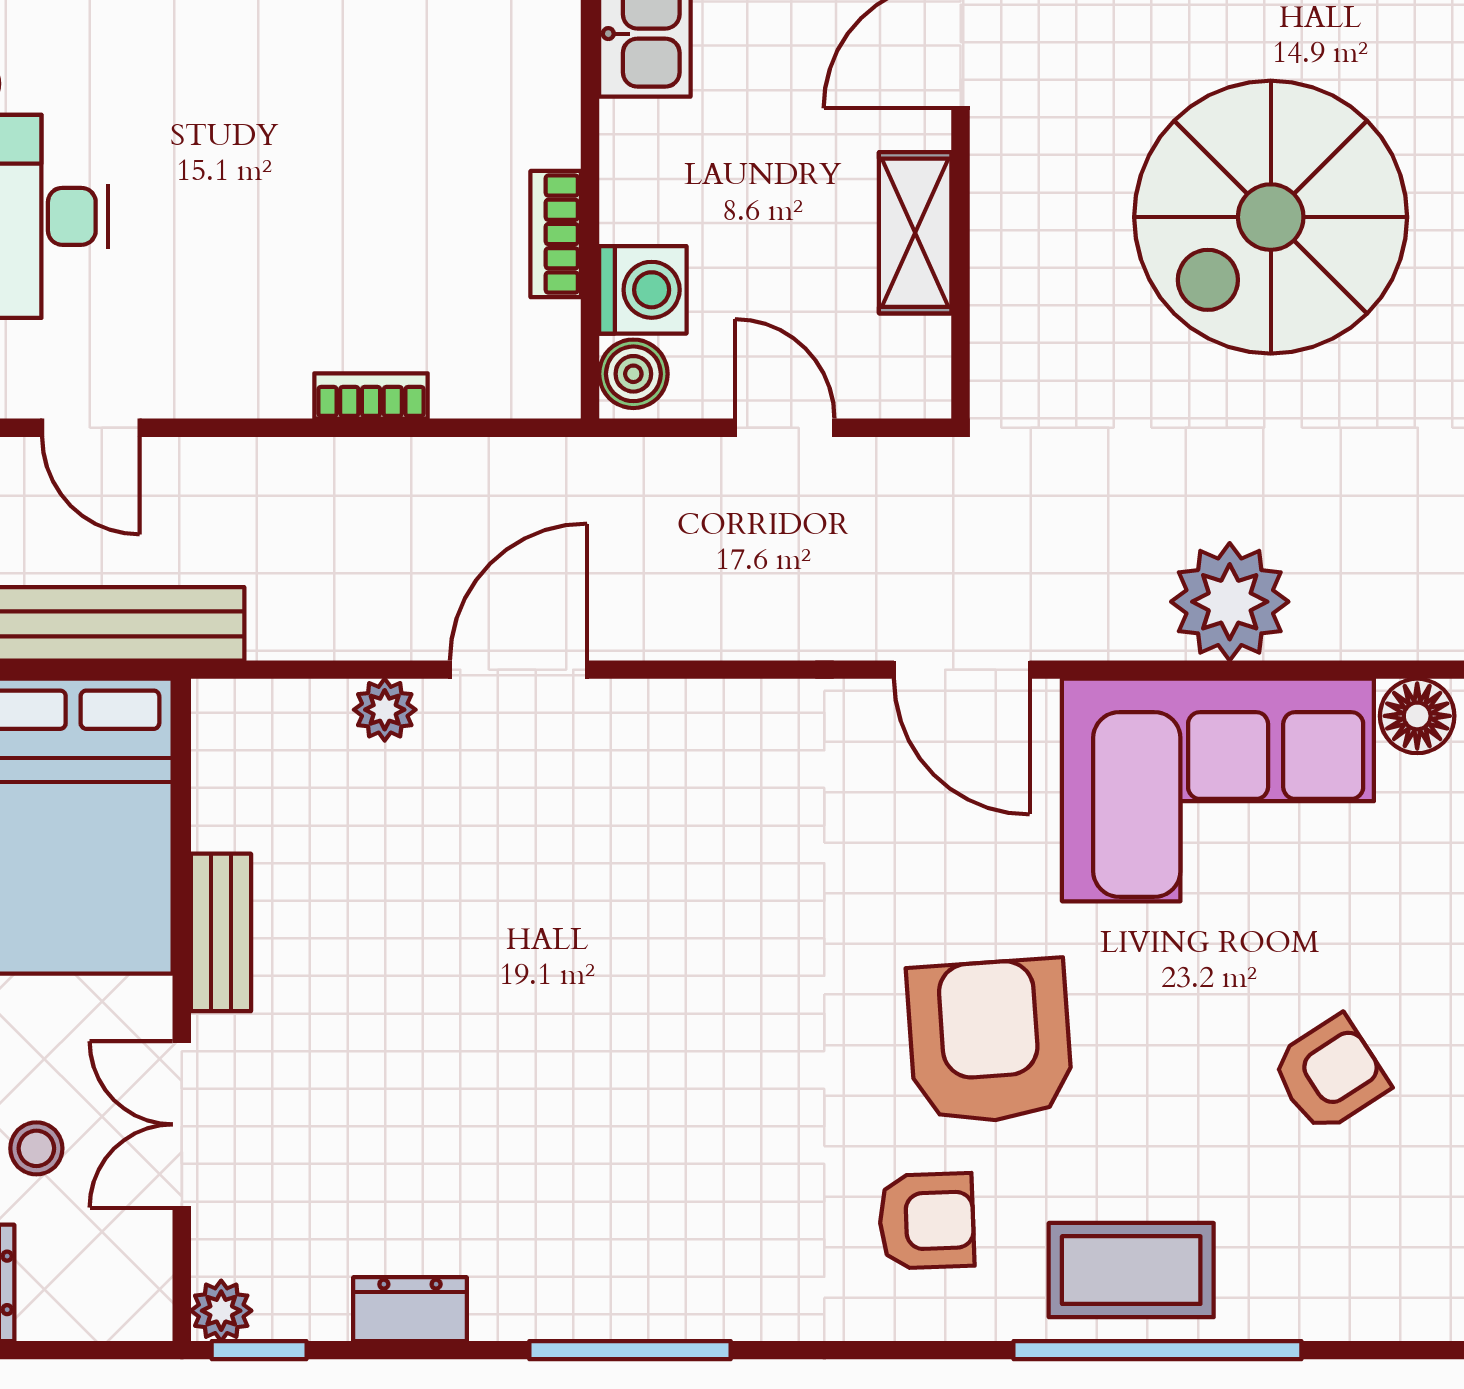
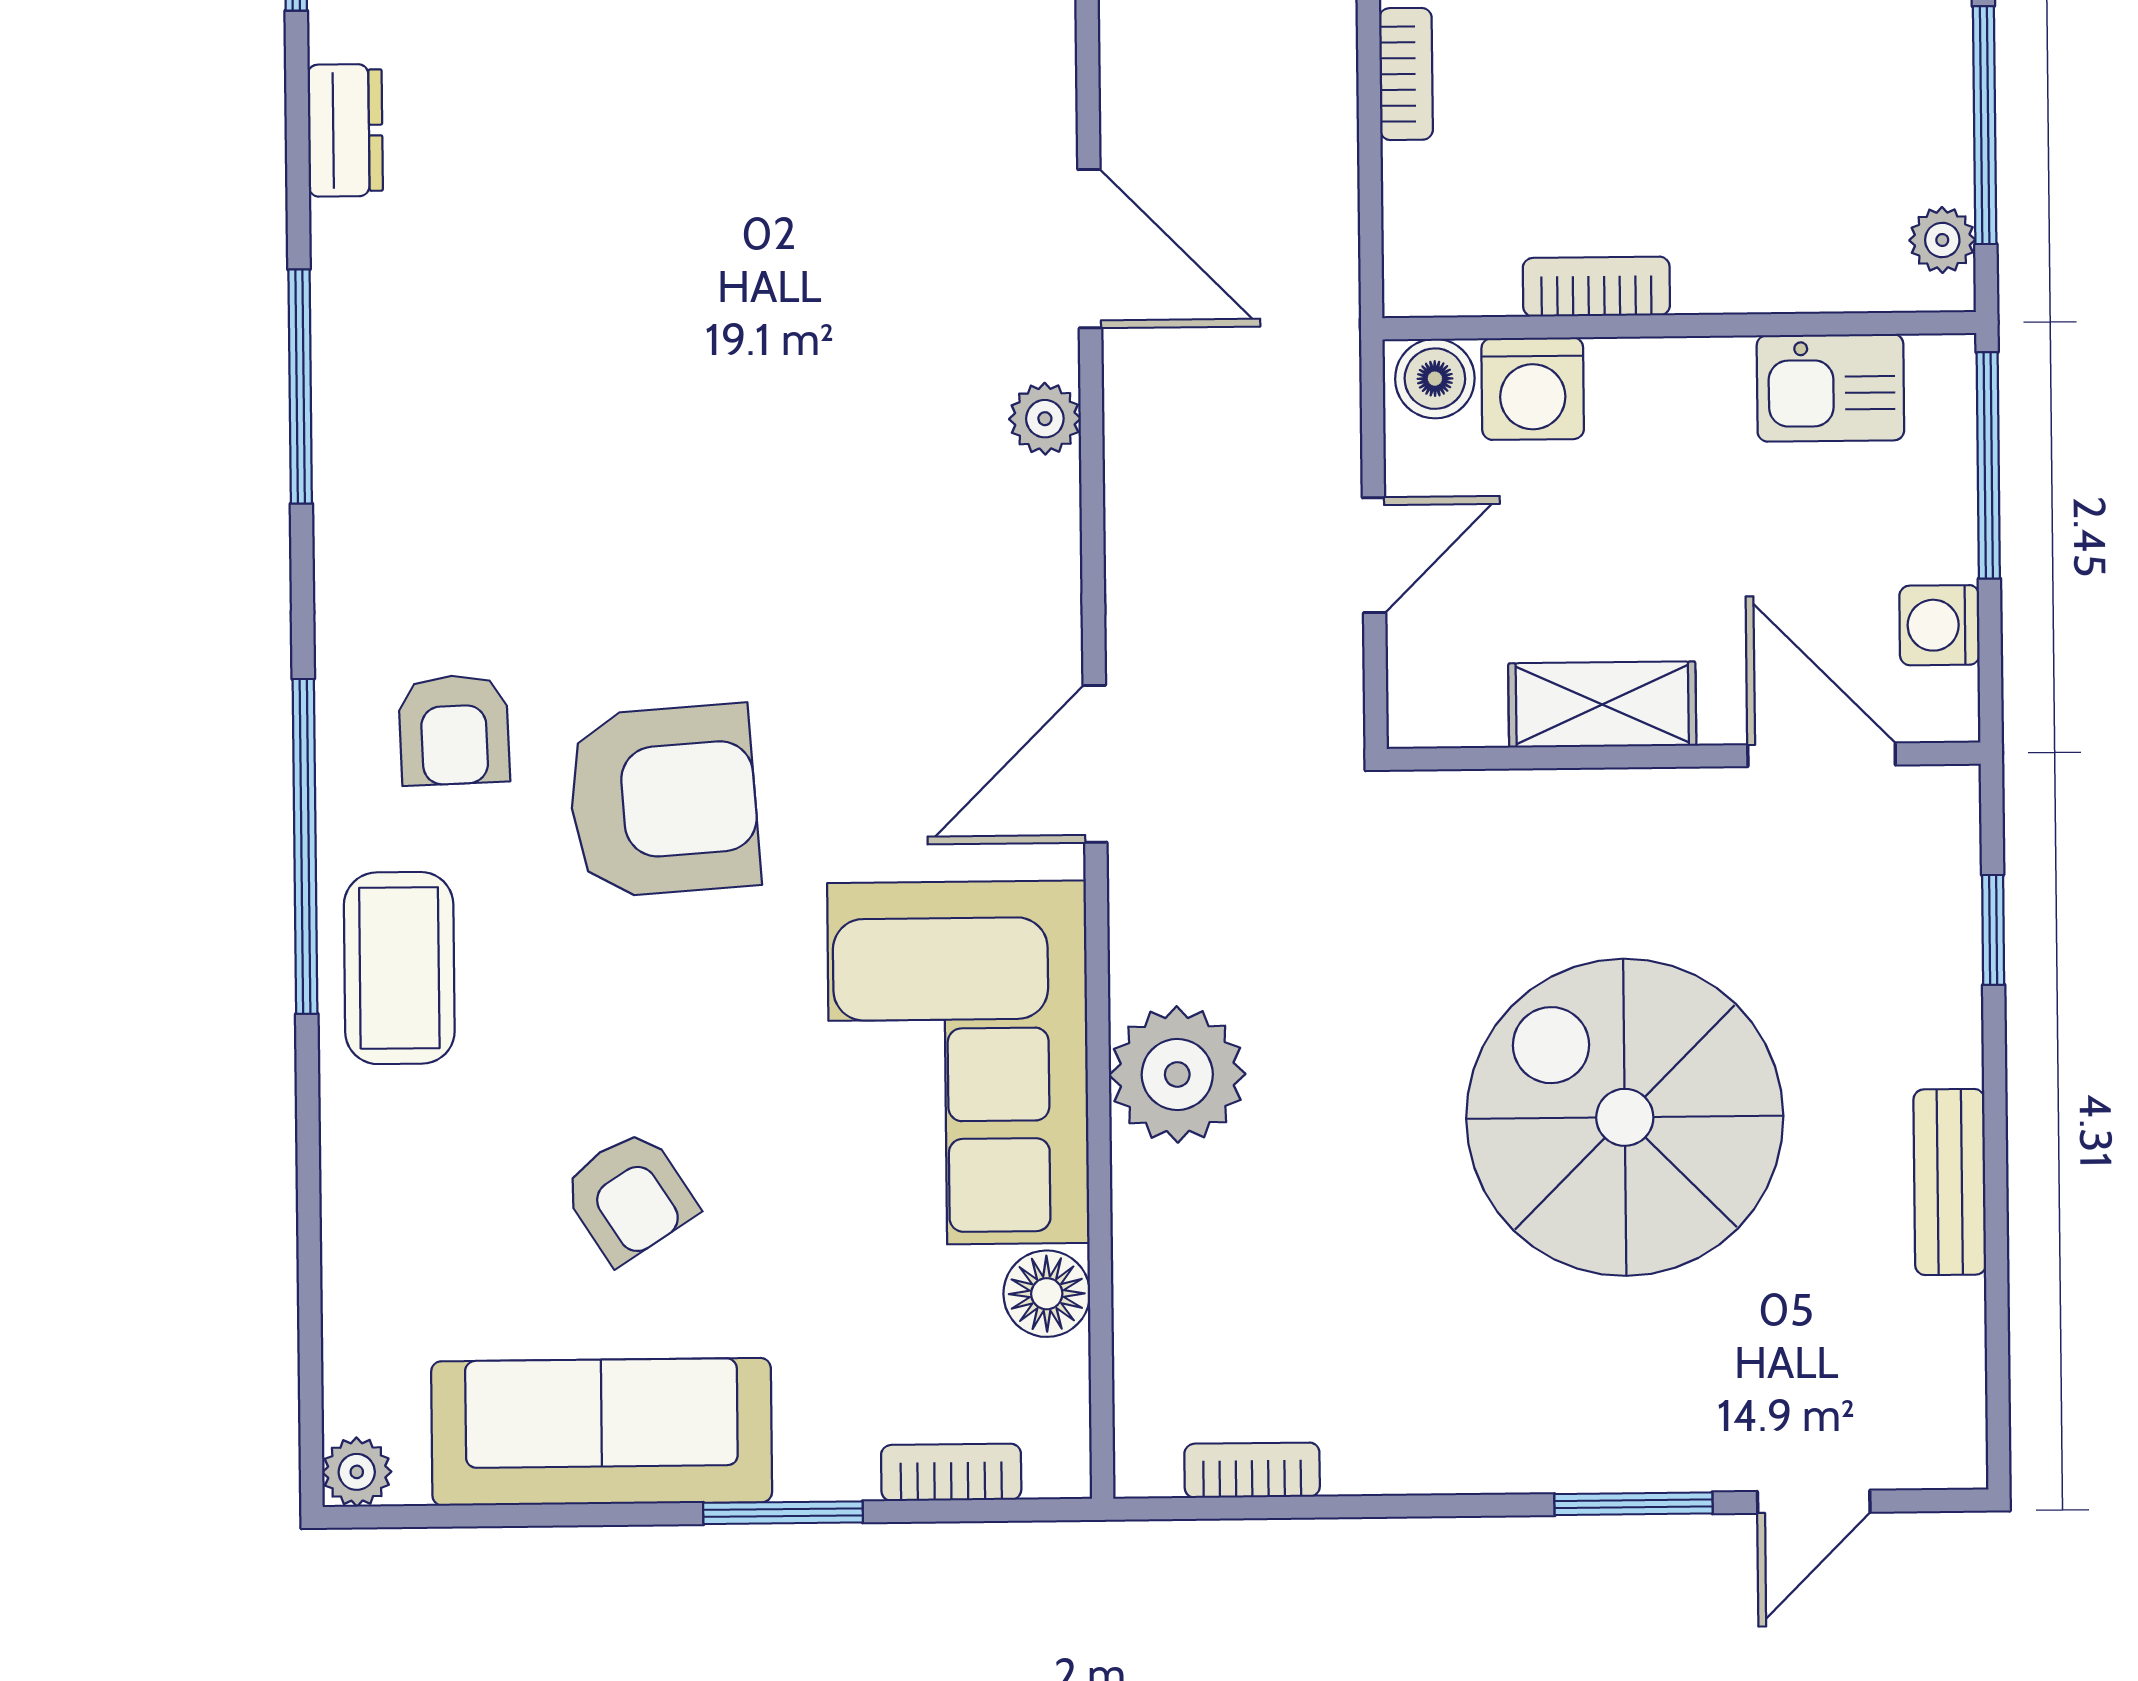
plant: (385, 710) -> (1045, 419), moved
window: (1157, 1350) -> (305, 846), moved

